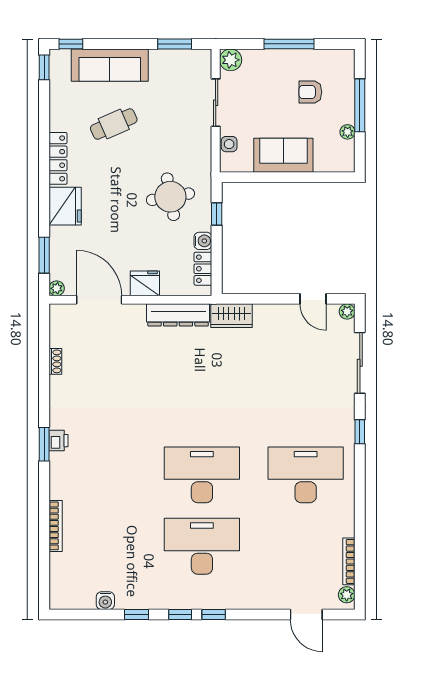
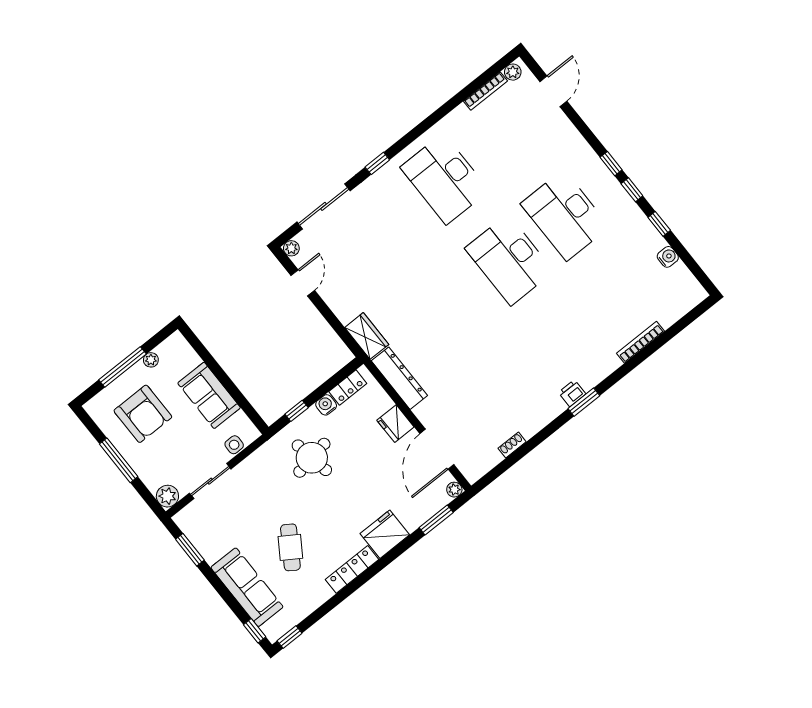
armchair: (310, 92) -> (143, 414), width x1.88, depth x1.88
cafe table: (114, 124) -> (290, 547), turned 57

